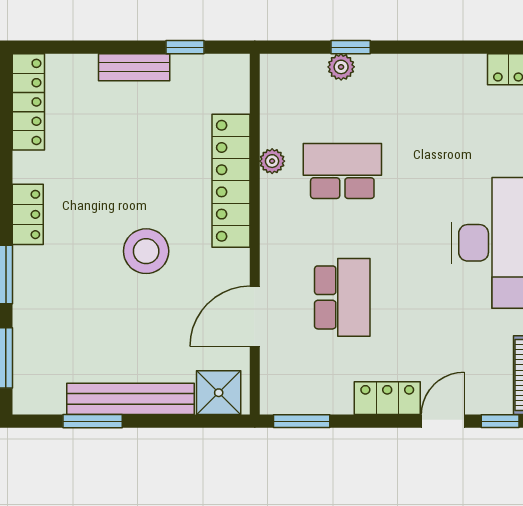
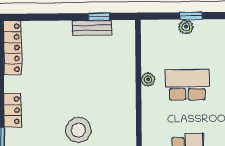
bench: (134, 67) -> (92, 28), moved
locker: (231, 181) -> (125, 91), removed

